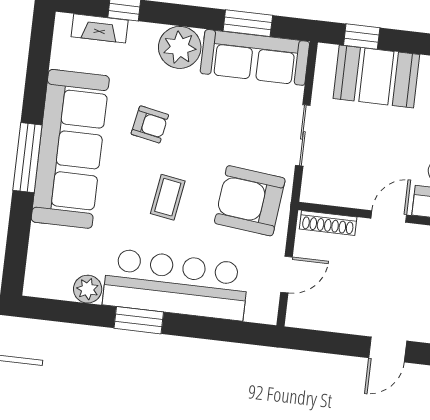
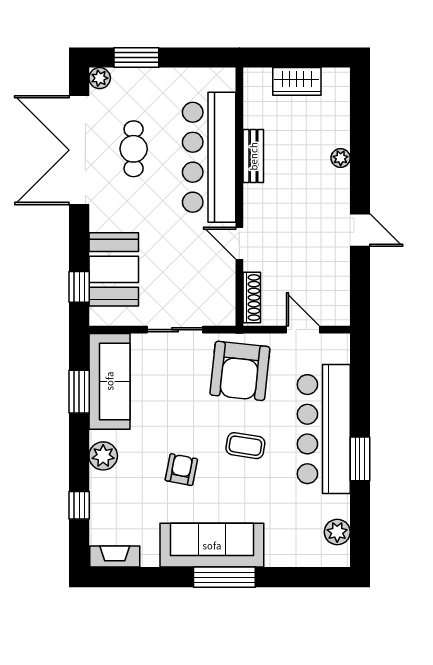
fireplace: (100, 28) -> (115, 557), moved, turned -90
plant: (180, 47) -> (103, 456), width x0.73, depth x0.73
sofa: (70, 149) -> (212, 545), width x0.74, depth x0.79
plant: (88, 289) -> (337, 532), moved

